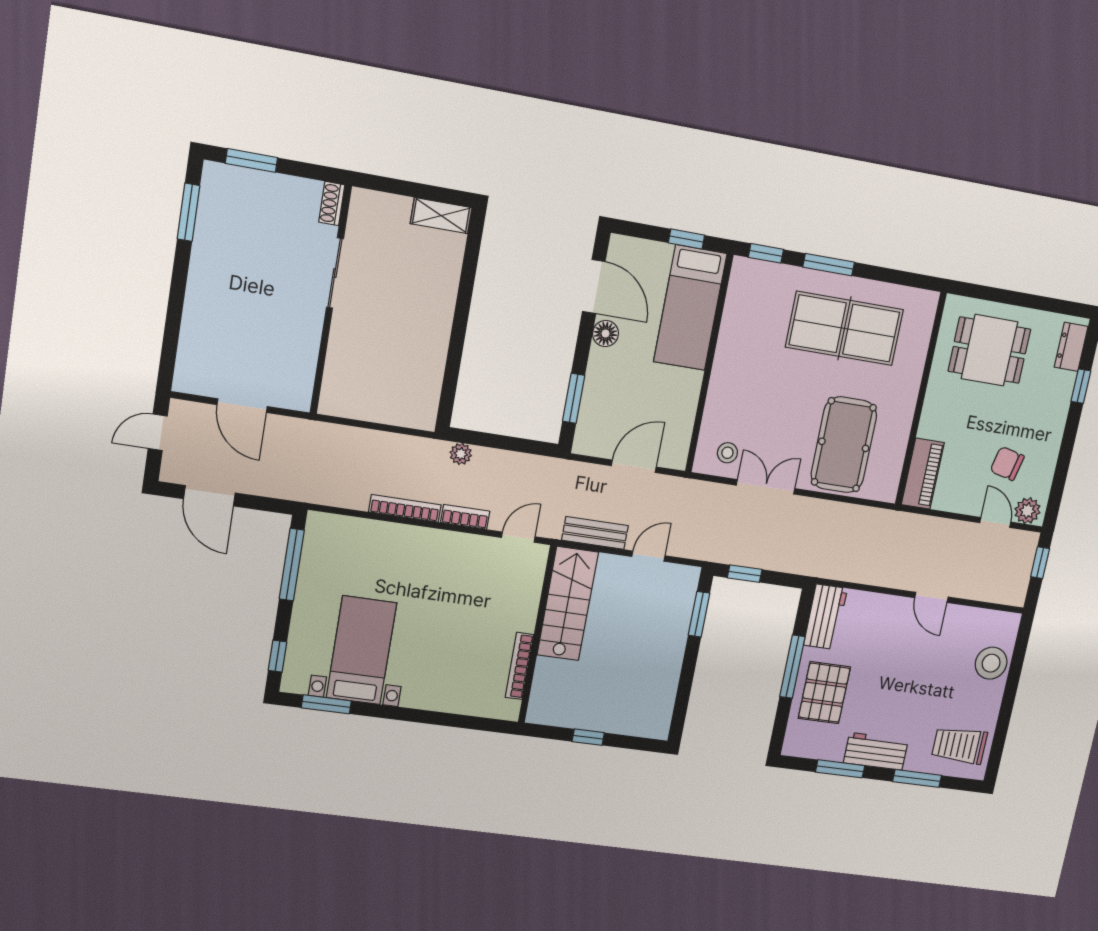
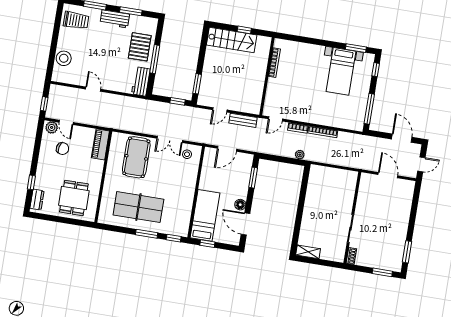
dining table: (989, 350) -> (74, 198), turned 90
stairs: (568, 604) -> (232, 40), moved, turned -90

